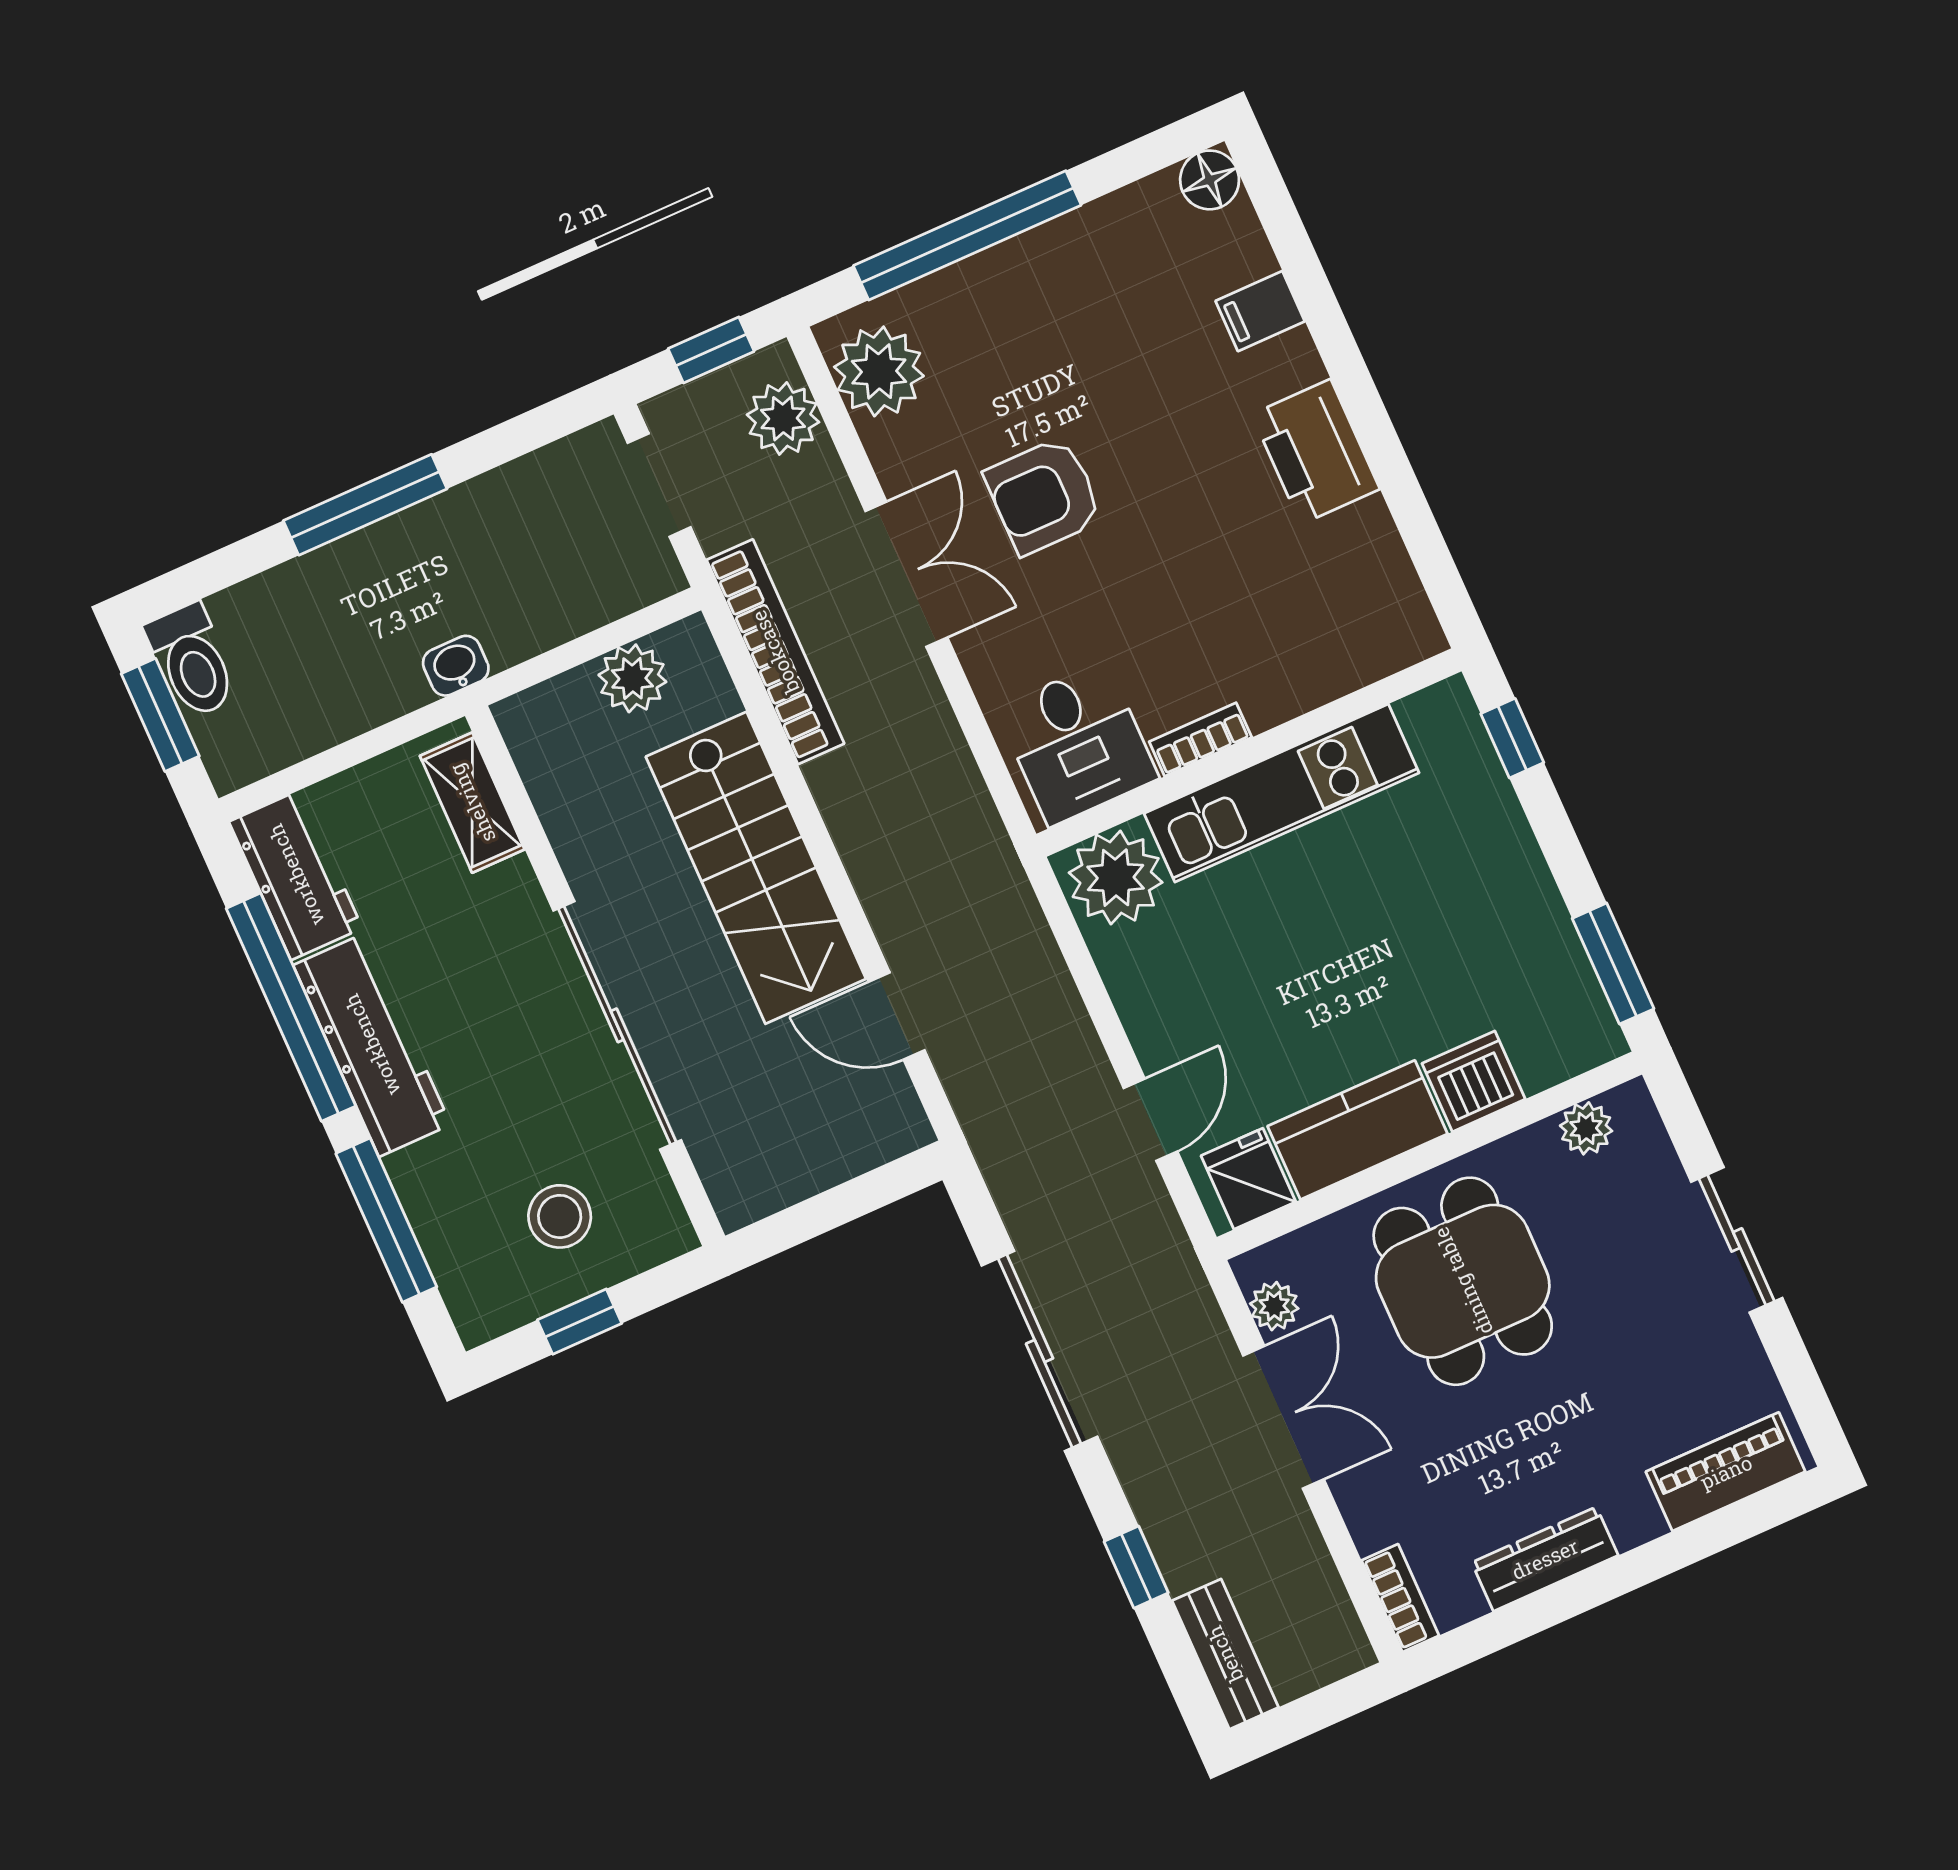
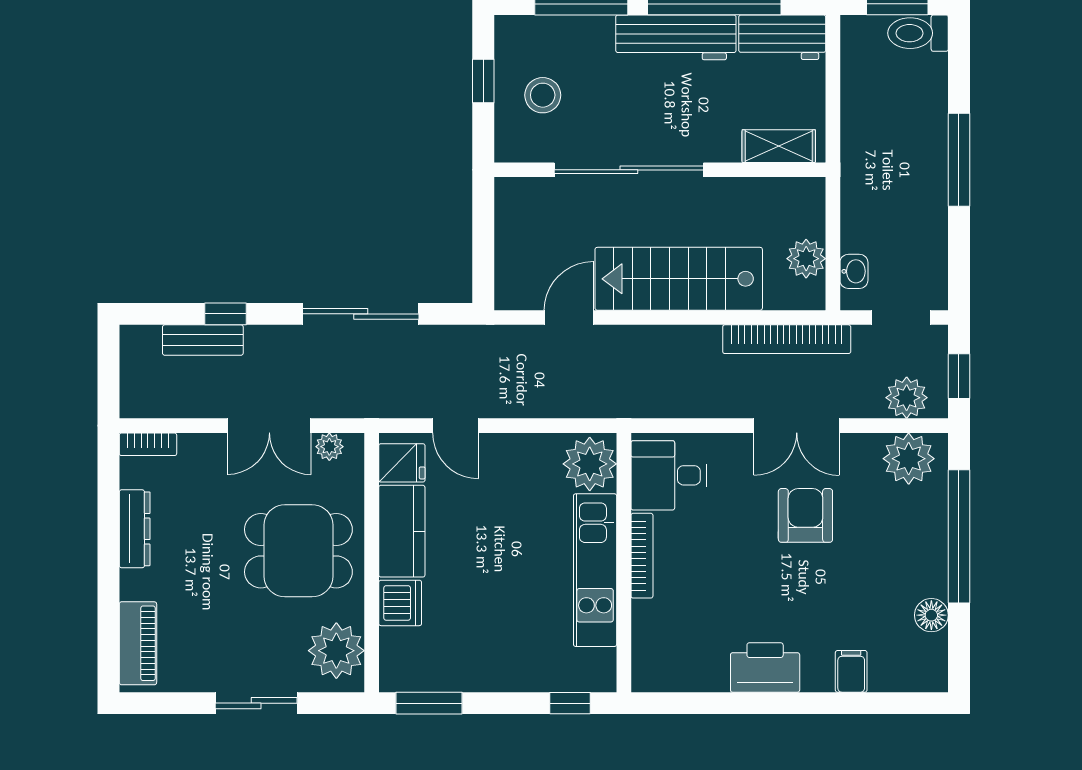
floor lamp: (1210, 180) -> (931, 615), moved
washbasin: (456, 666) -> (854, 271), moved
bookcase: (1200, 739) -> (642, 556), width x1.56
plant: (1586, 1128) -> (336, 651), width x1.88, depth x1.88
bench: (1225, 1654) -> (203, 340), moved

